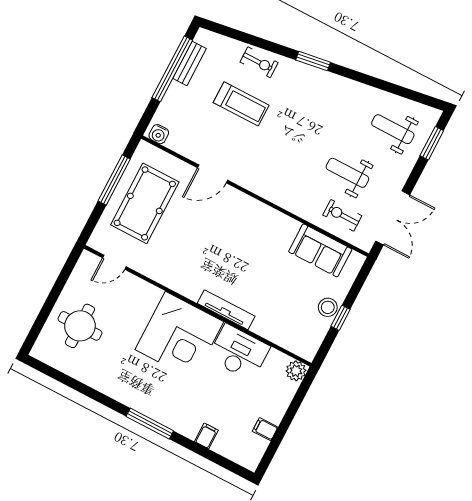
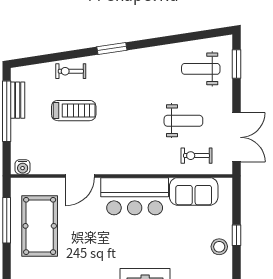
exercise bike: (259, 62) -> (71, 71), turned 180
weight bench: (347, 173) -> (183, 121), turned 180
bar counter: (257, 224) -> (135, 196), added
stool: (328, 307) -> (219, 247), moved

